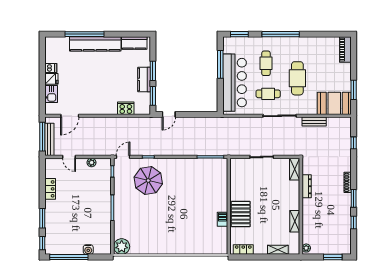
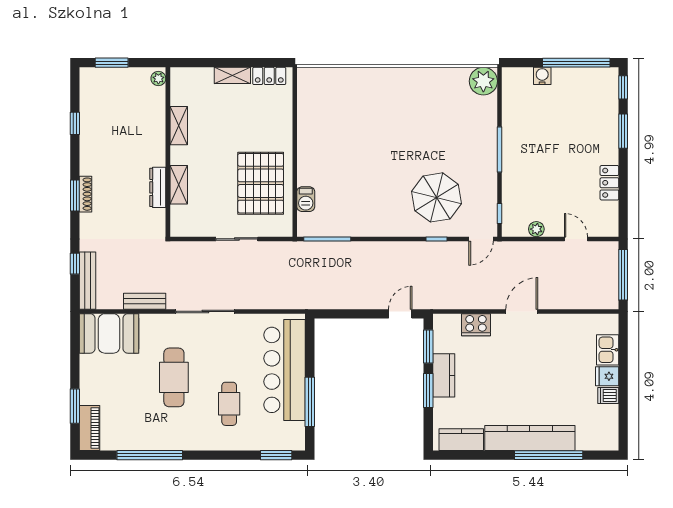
window: (281, 34) -> (150, 455), moved
window: (354, 90) -> (75, 406), moved
cafe table: (268, 94) -> (225, 350), removed
door: (70, 116) -> (522, 311), moved
bench: (49, 139) -> (88, 281), moved
shelving: (295, 169) -> (179, 185), moved
window: (354, 198) -> (75, 196), moved
pallet: (241, 214) -> (261, 183), moved, width x1.37, depth x1.41
barbecue: (222, 219) -> (306, 199), moved
shelving: (278, 250) -> (232, 75), moved

